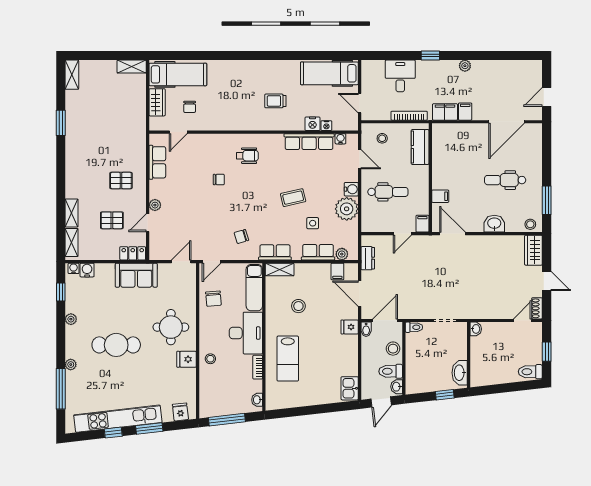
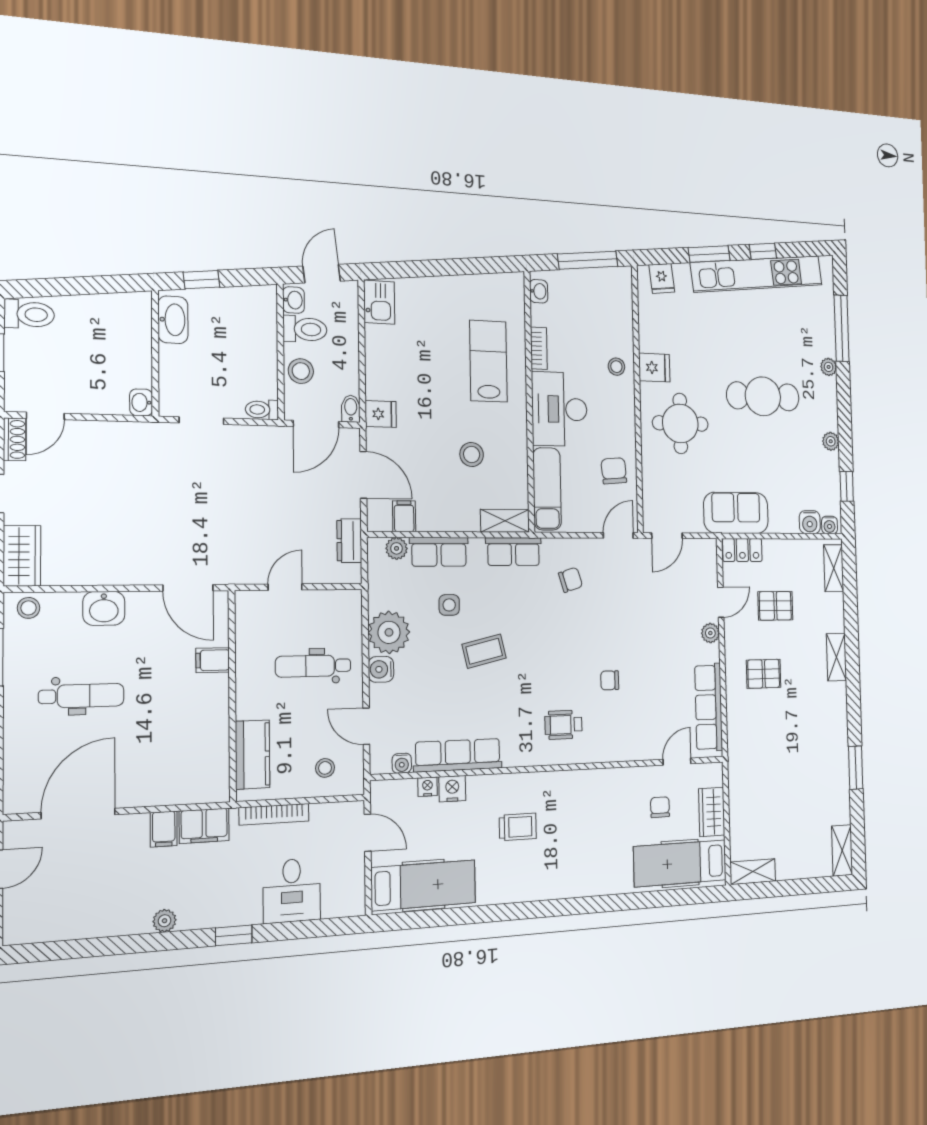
row of seats: (157, 162) -> (709, 707), width x1.48
shelving: (72, 213) -> (836, 657), moved
filing cabinet: (422, 224) -> (247, 607), removed

